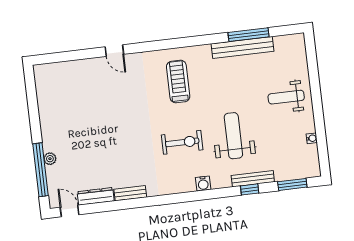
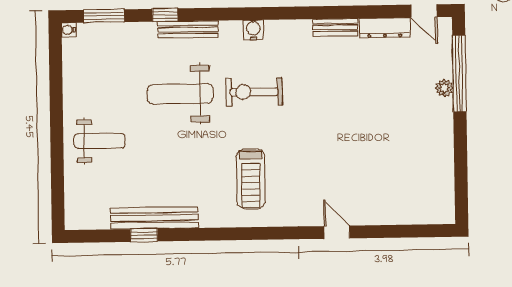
window: (248, 35) -> (144, 235), width x0.46
weight bench: (233, 136) -> (180, 94), turned 90
water cooler: (312, 138) -> (69, 30), moved
bench: (253, 179) -> (188, 29), moved
water cooler: (203, 184) -> (253, 30), moved

